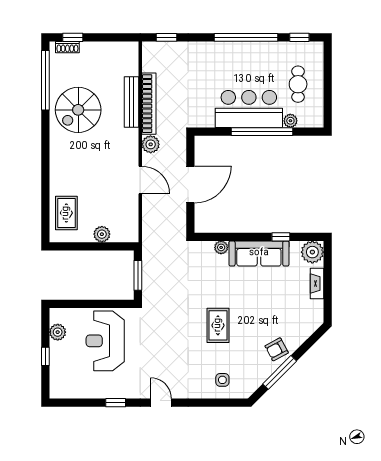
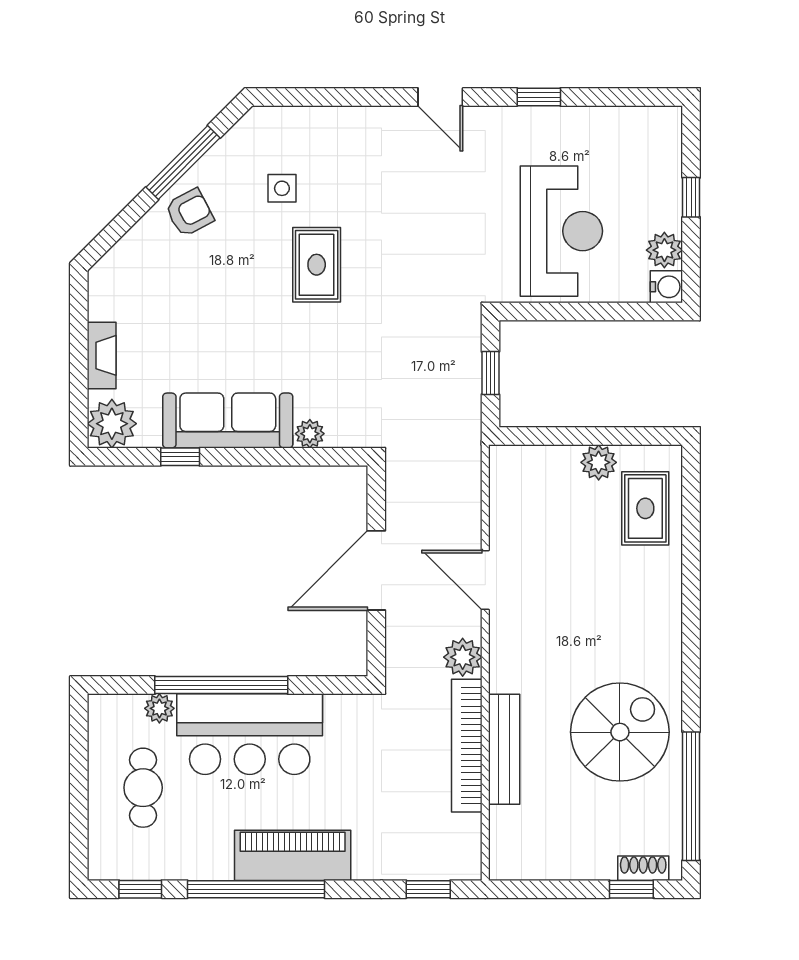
piano: (229, 53) -> (293, 855), added
plant: (102, 234) -> (599, 462), moved
window: (138, 275) -> (490, 373), width x0.67
water cooler: (57, 315) -> (666, 287), added
side table: (222, 380) -> (282, 188), moved

